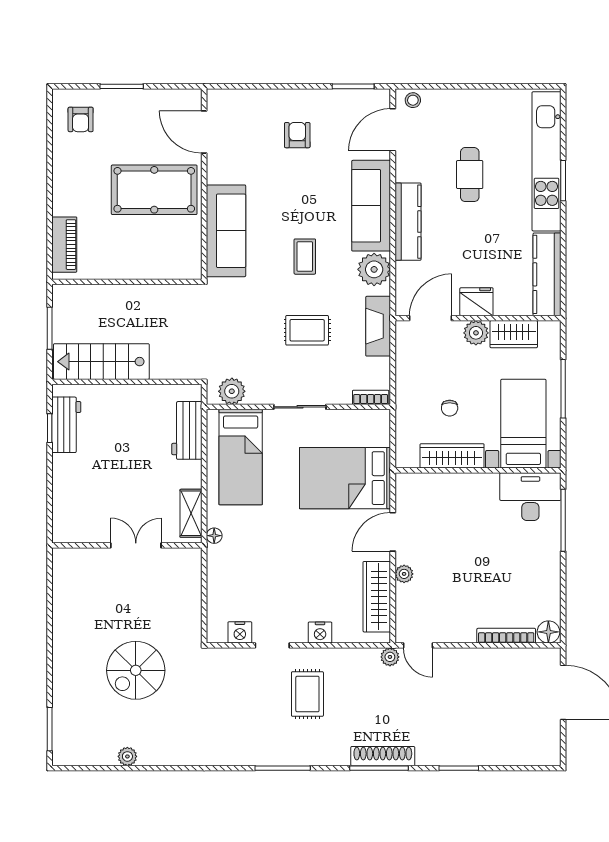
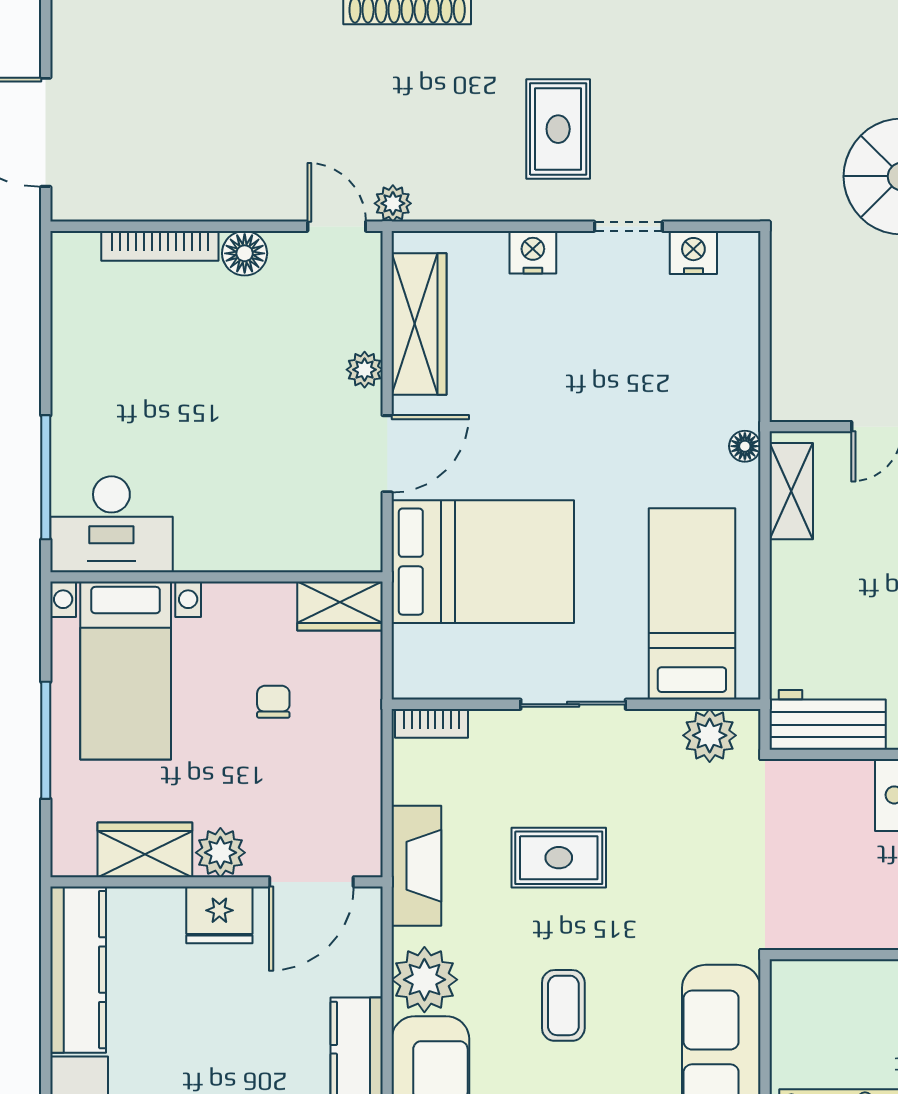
workbench: (187, 430) -> (828, 720), moved, turned -90
wardrobe: (452, 456) -> (340, 606), moved, width x0.67
floor lamp: (548, 632) -> (245, 253), moved

